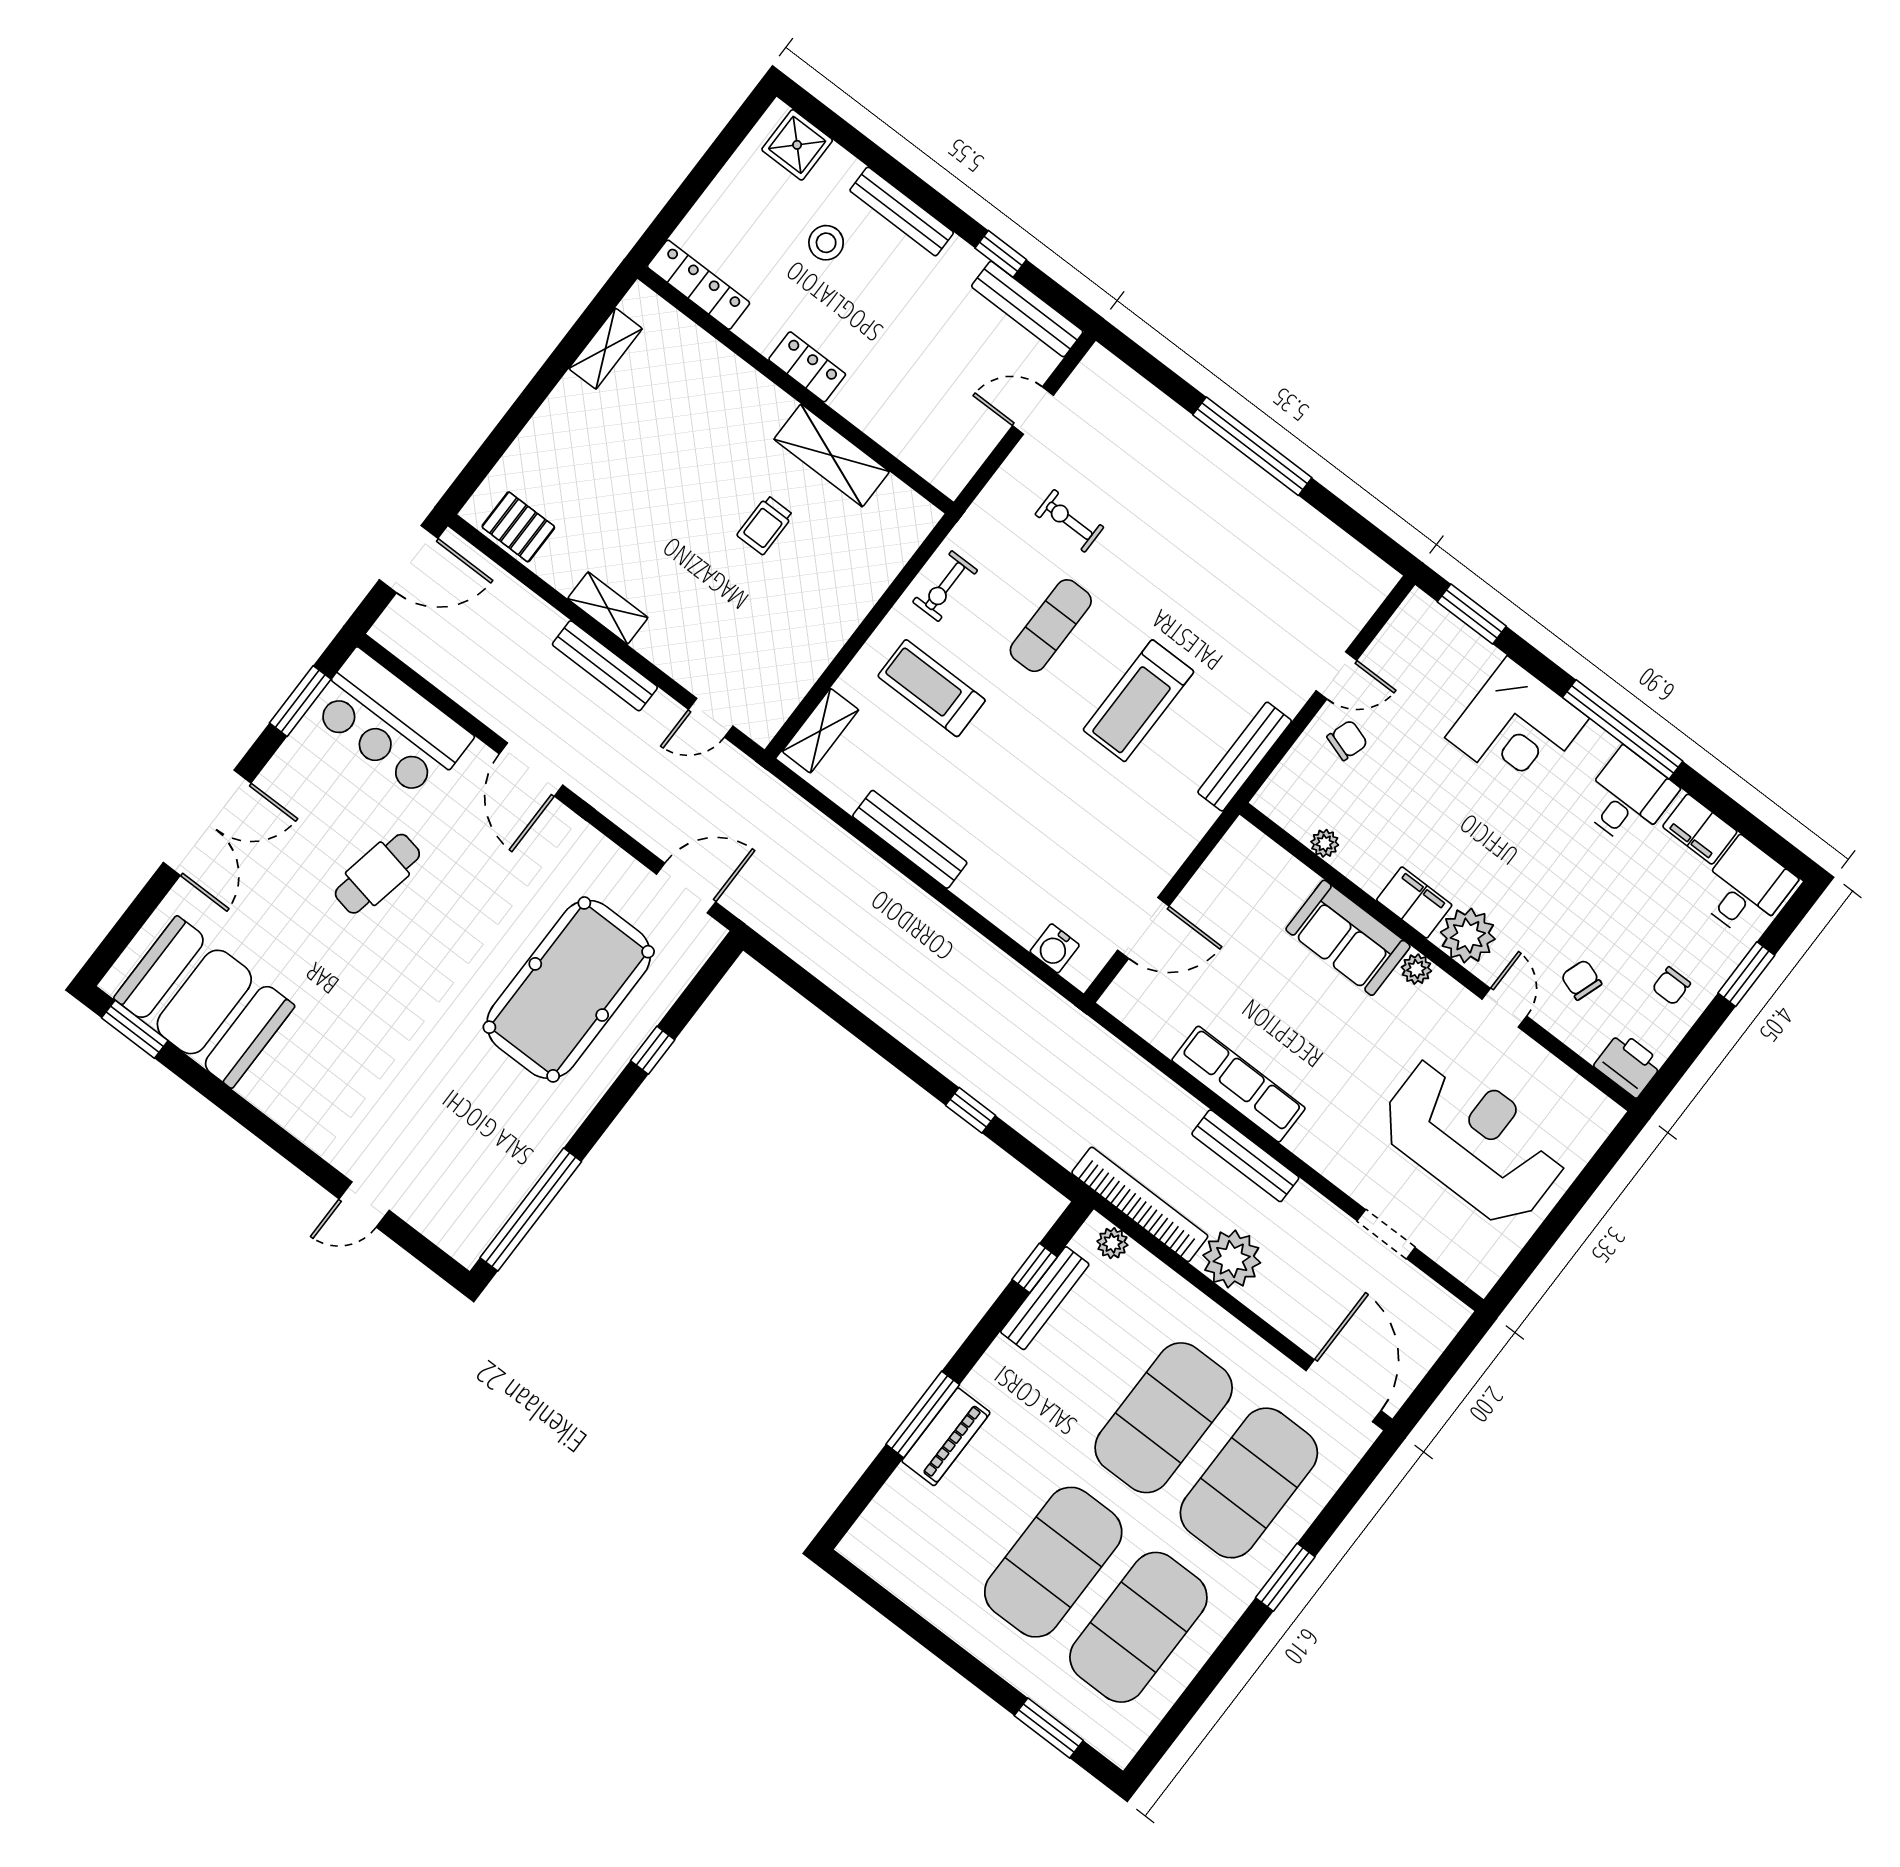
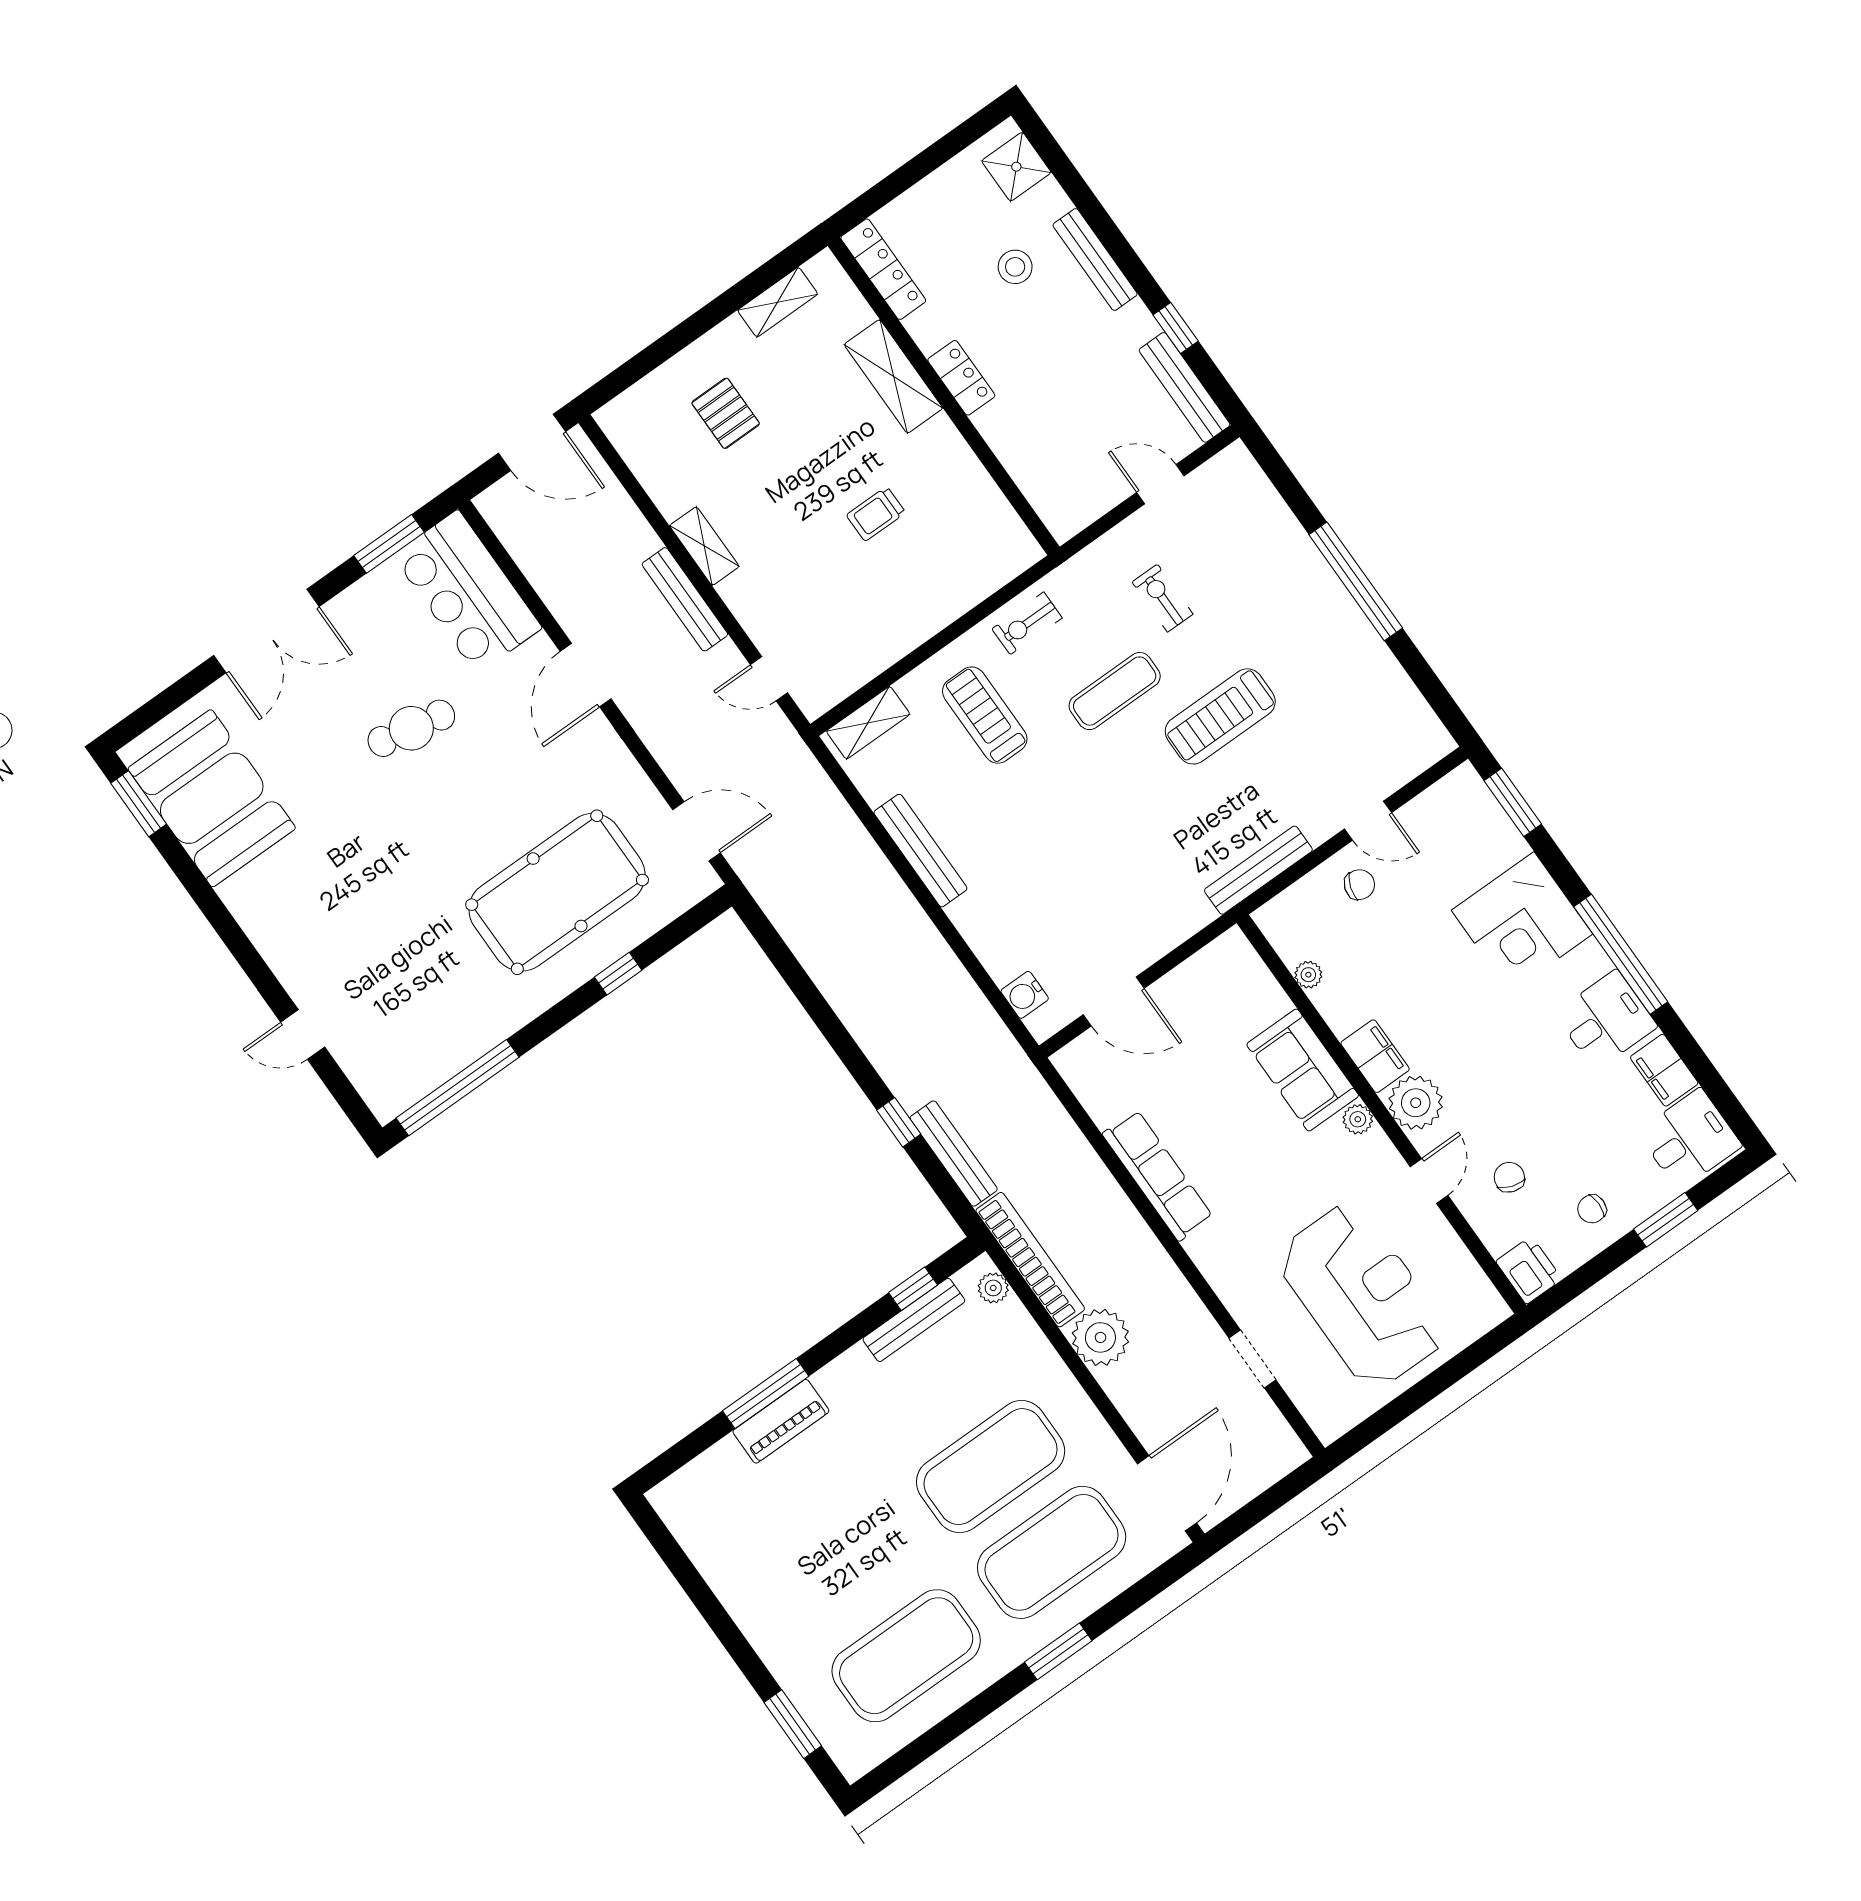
shelving: (832, 455) -> (894, 376), moved
pallet: (518, 527) -> (726, 413), moved
treadmill: (1138, 701) -> (1220, 716), moved
bench: (1245, 1156) -> (954, 1154), moved
exercise mat: (1053, 1562) -> (845, 1570), removed

